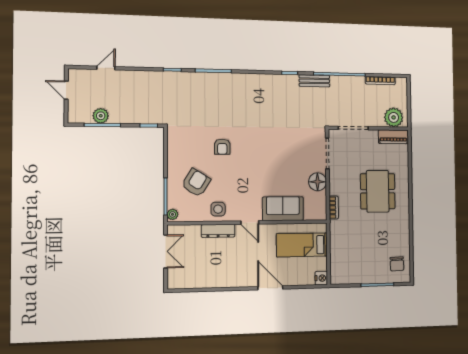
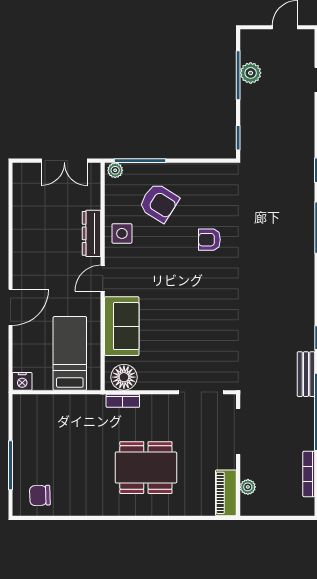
plant: (394, 117) -> (248, 487), width x0.53, depth x0.53
floor lamp: (318, 182) -> (124, 377), moved

